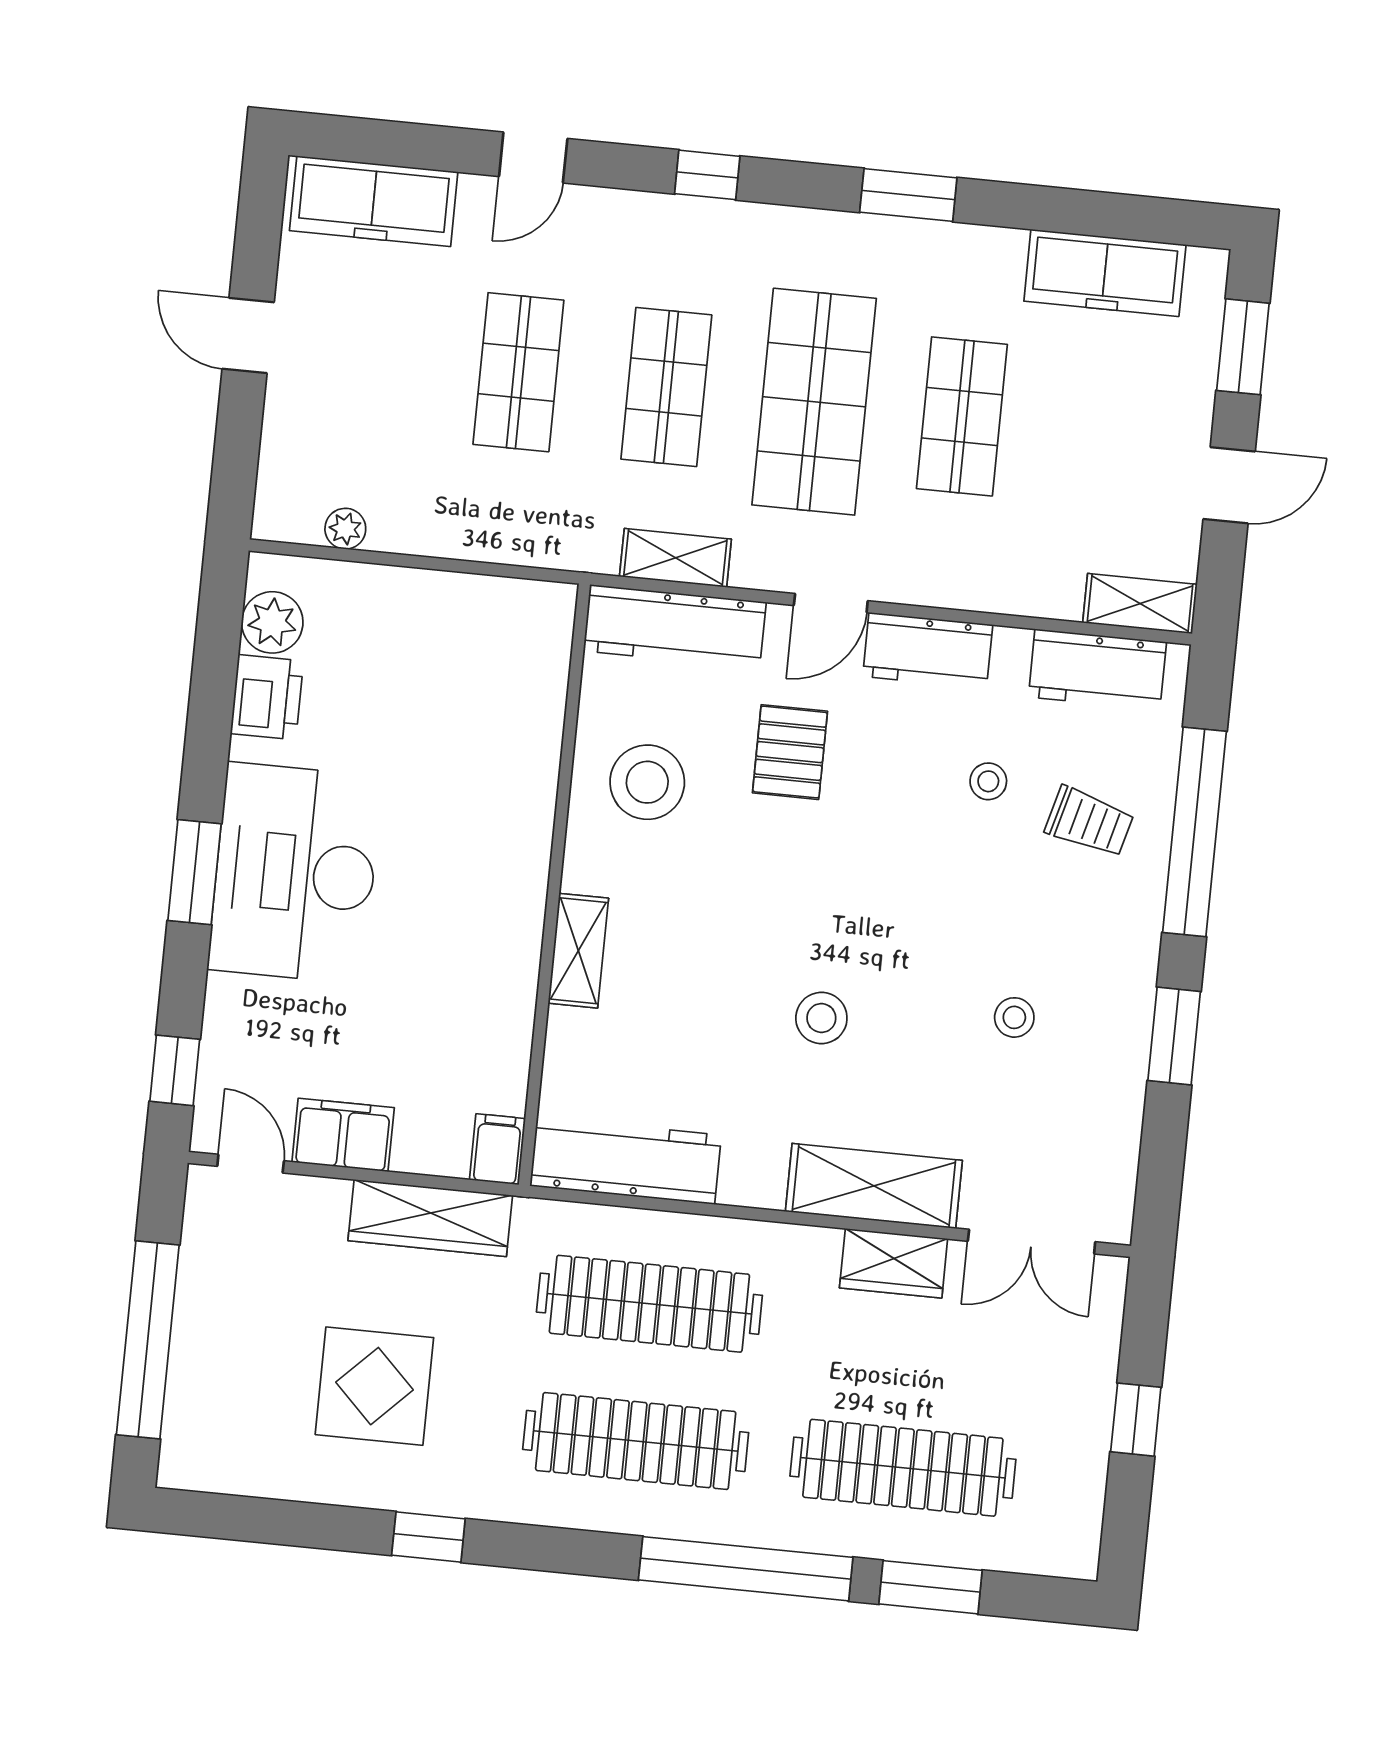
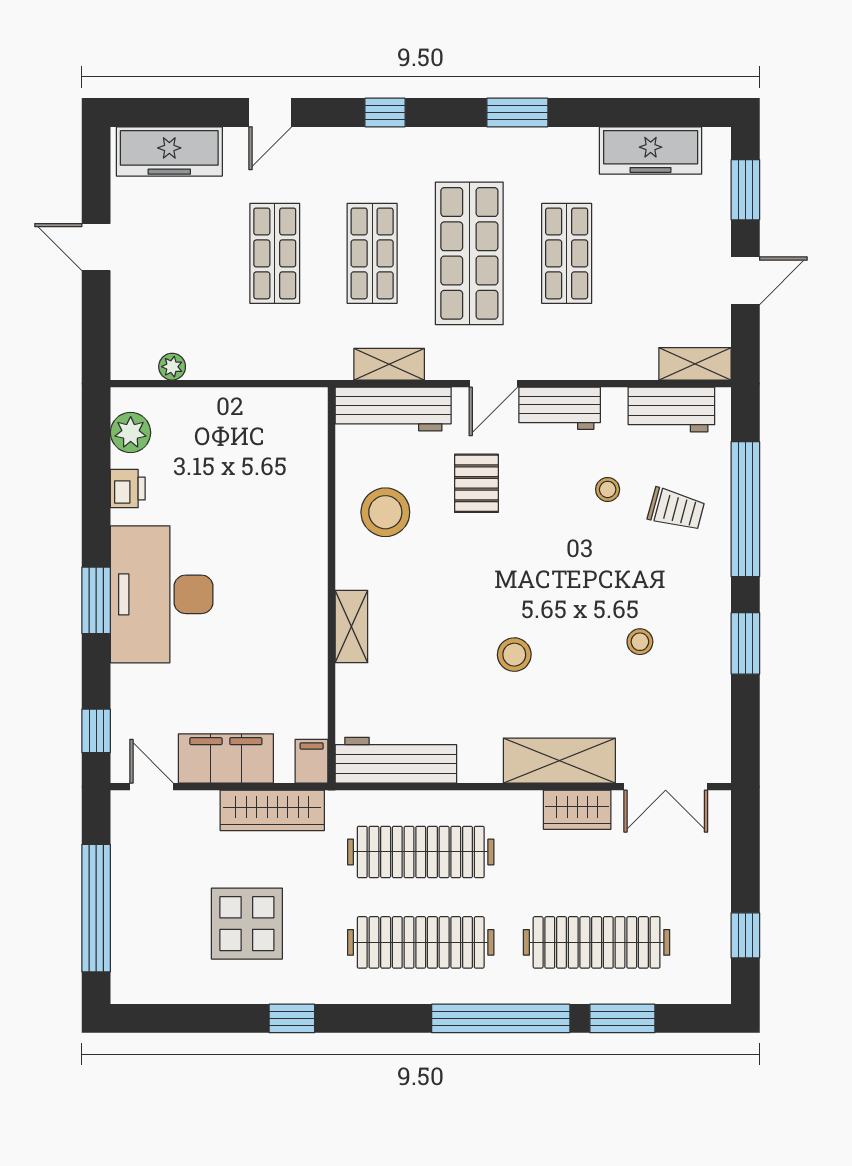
printer: (267, 697) -> (128, 489), width x0.73, depth x0.81
filing cabinet: (343, 1135) -> (226, 758), width x1.50, depth x1.17
window: (1136, 1420) -> (745, 935), moved

